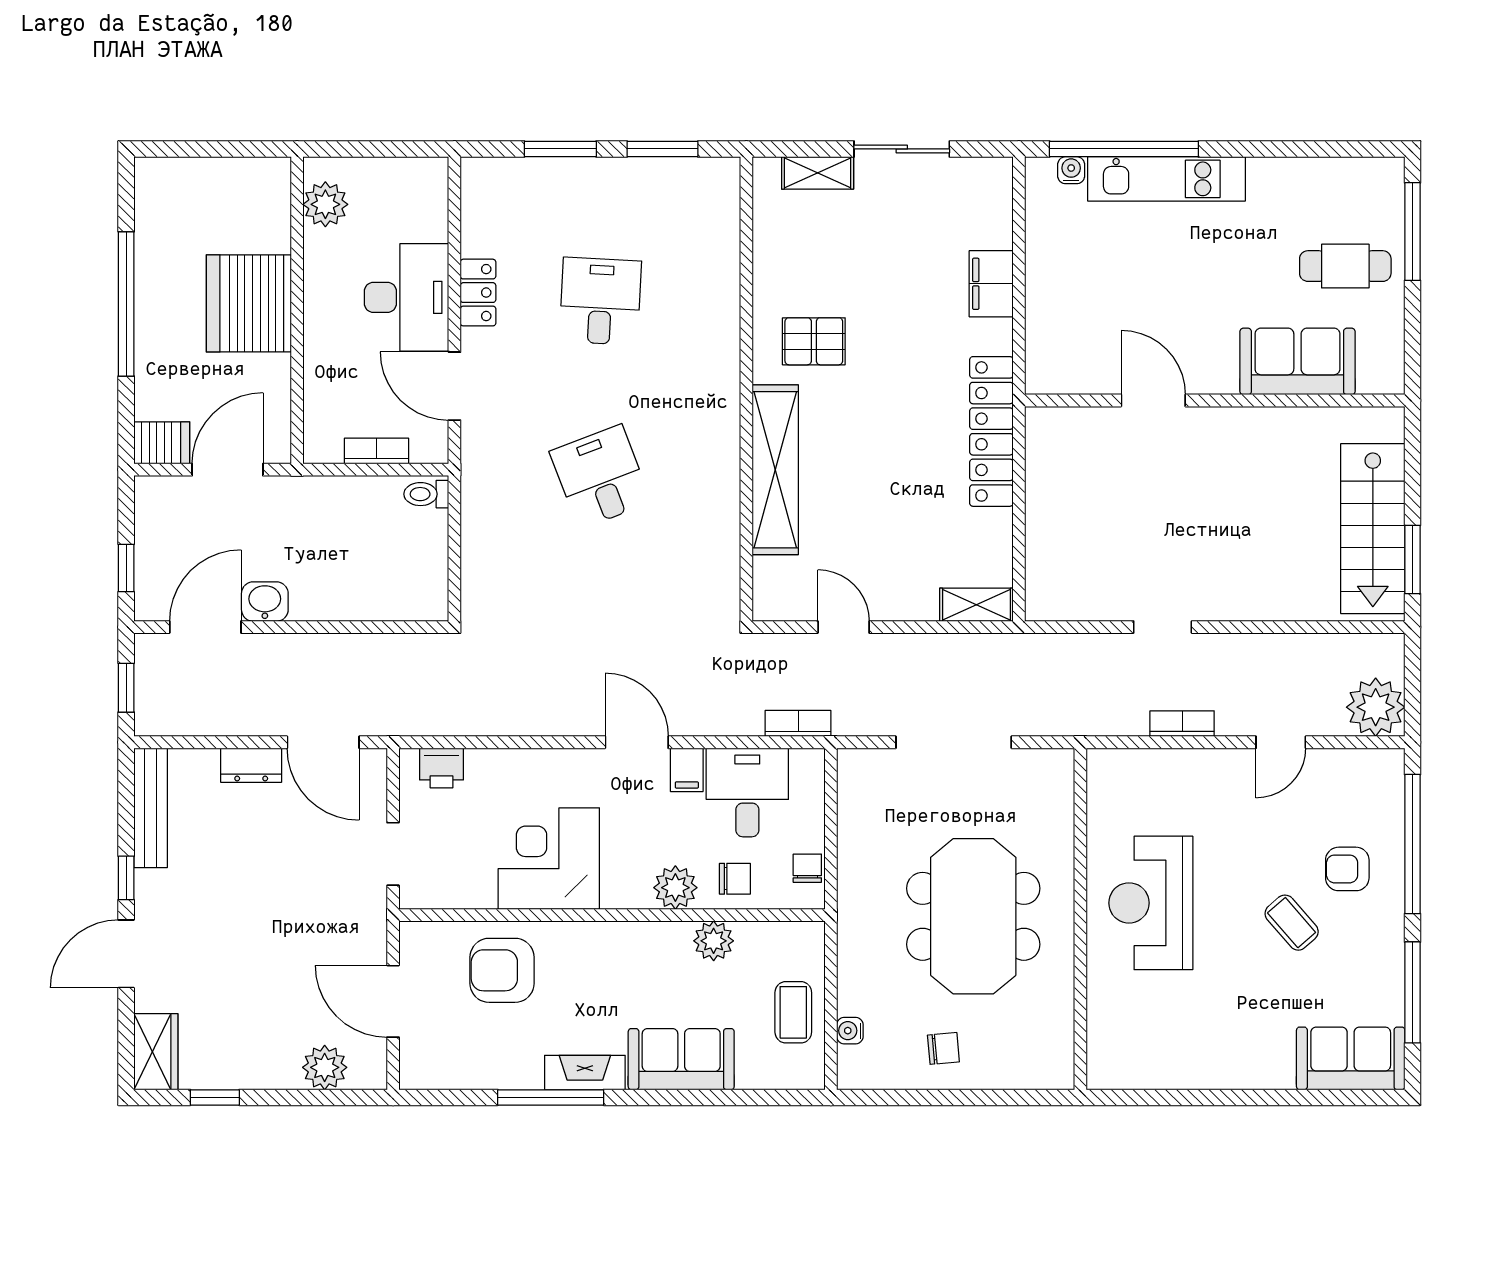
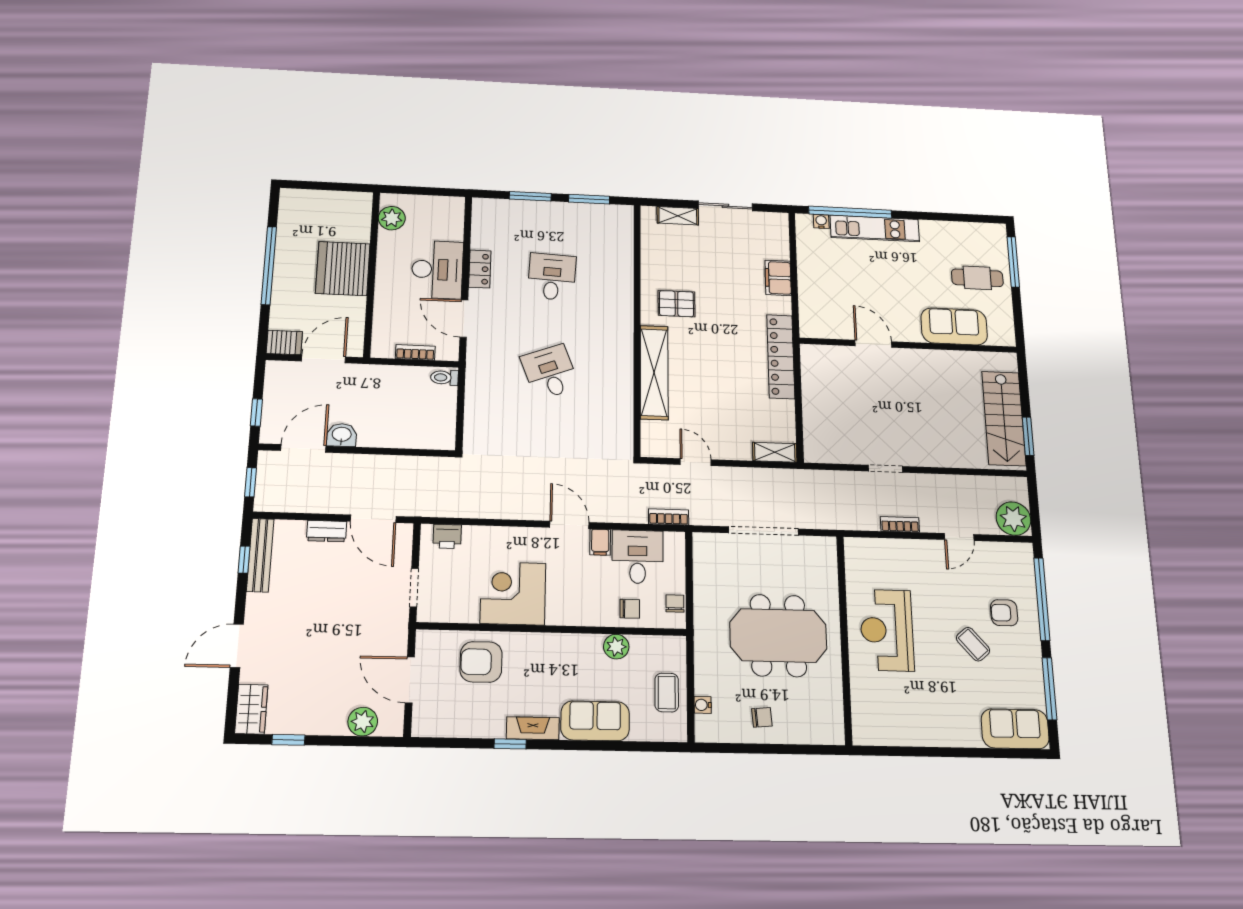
window: (126, 878) -> (244, 560), moved
plant: (675, 888) -> (592, 613), removed
meeting table: (973, 916) -> (778, 636), turned 90
window: (551, 1097) -> (510, 744), width x0.46

